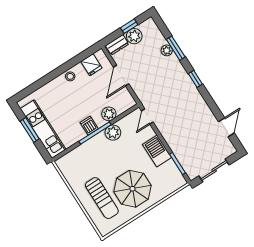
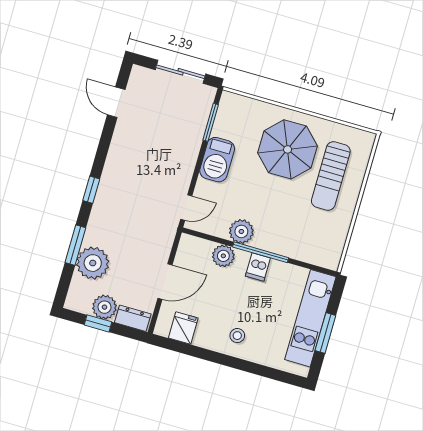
plant: (167, 50) -> (93, 263), width x1.88, depth x1.88
stool: (70, 76) -> (237, 336), moved
door: (226, 127) -> (116, 102), hinge flipped
sun lounger: (102, 198) -> (331, 176), turned 180

